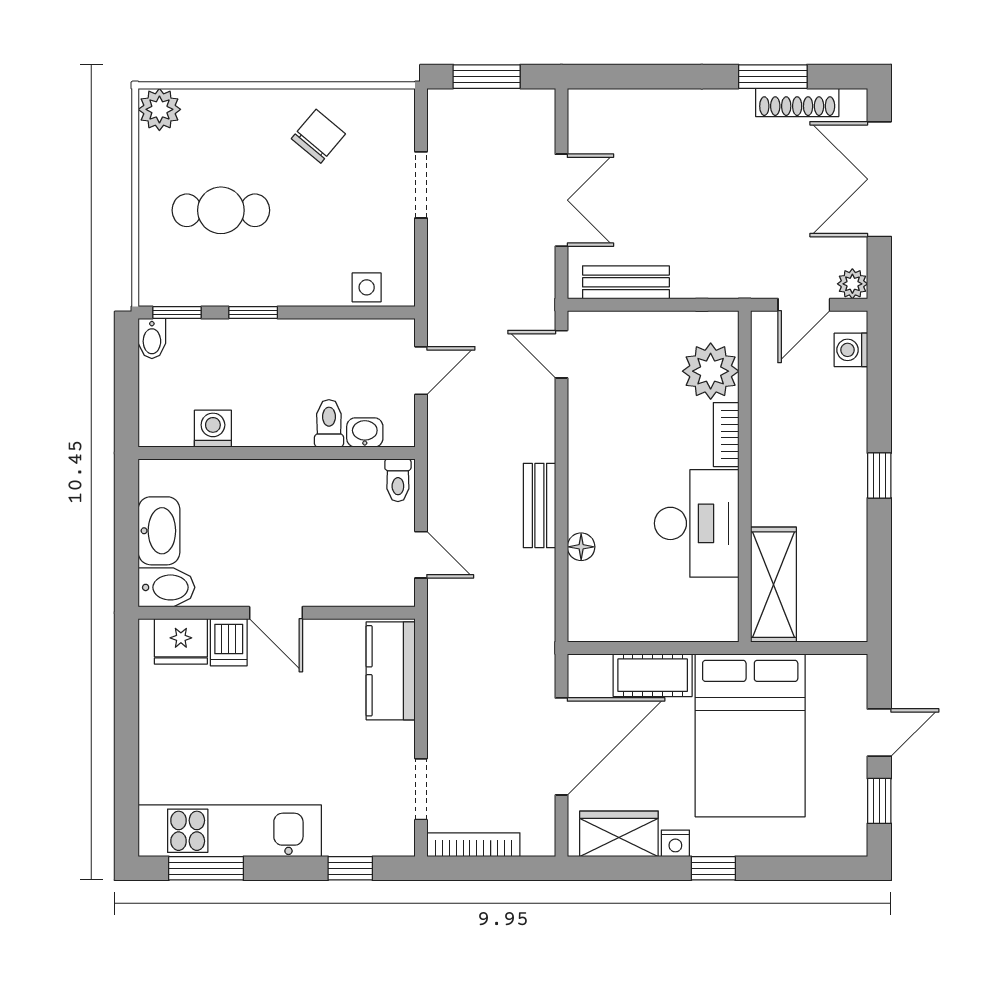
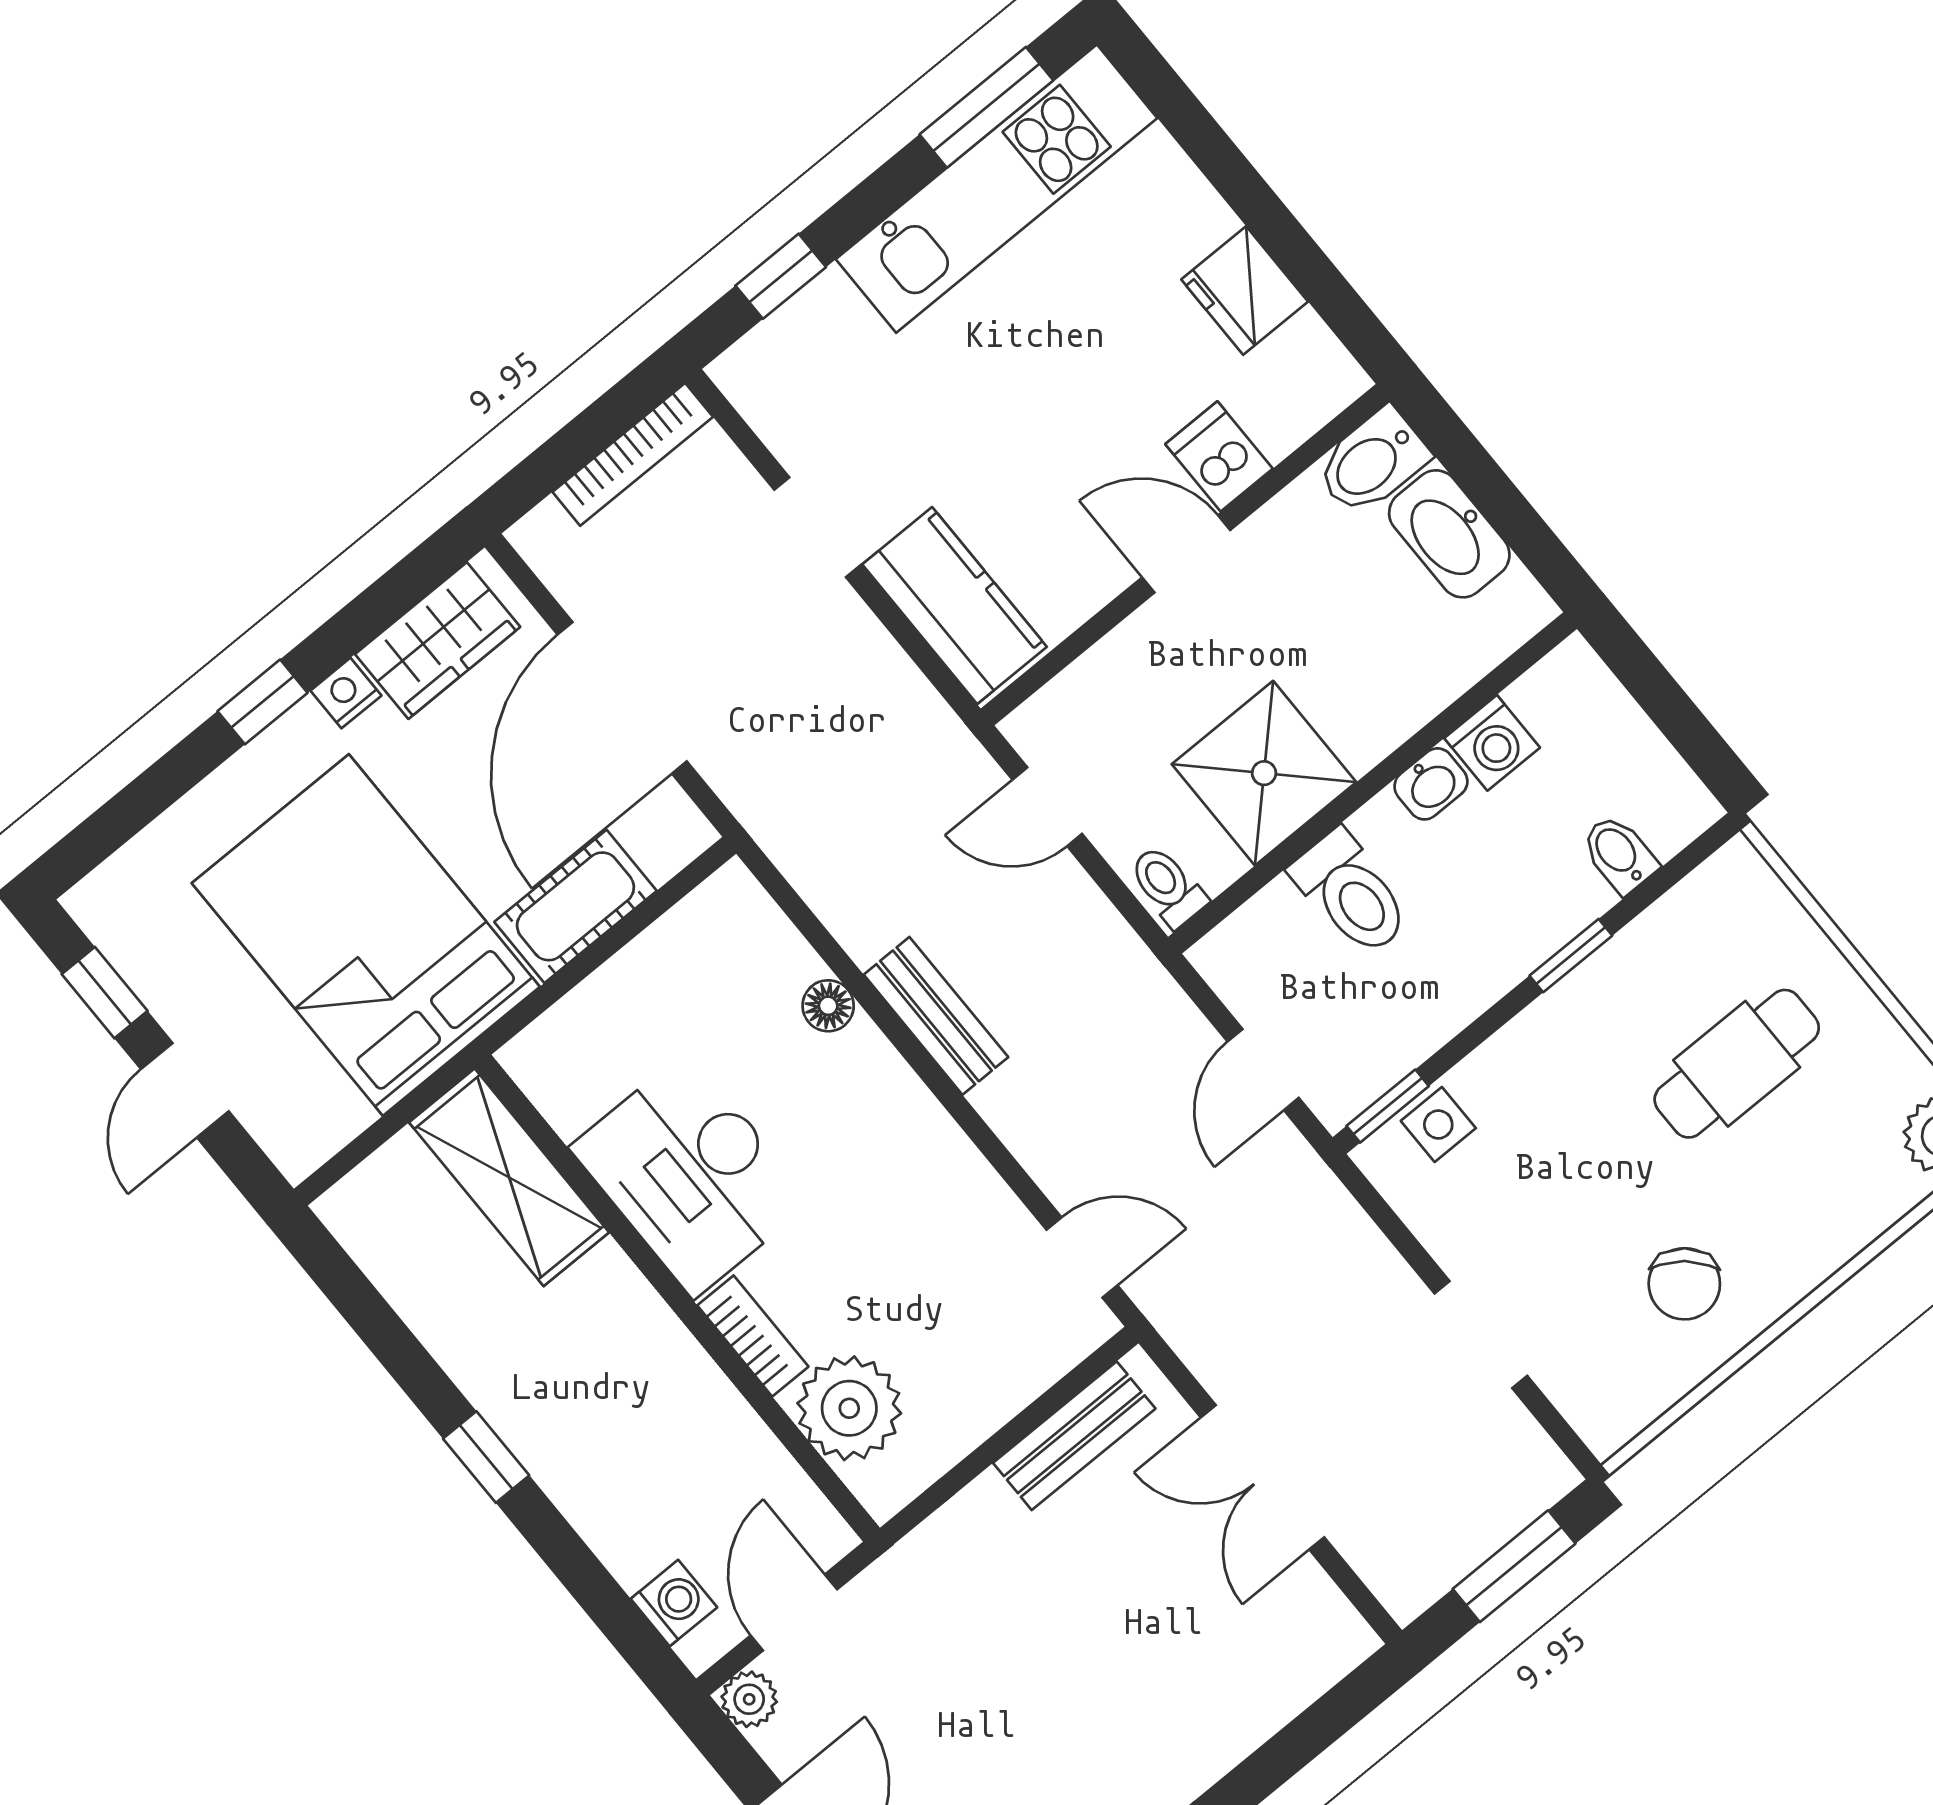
window: (177, 313) -> (1388, 1106), moved
bidet: (152, 338) -> (1619, 854), moved
toilet: (329, 423) -> (1351, 893), width x1.37, depth x1.39
washbasin: (365, 432) -> (1431, 784), moved
shower: (319, 494) -> (1264, 773), added
fridge: (181, 641) -> (1245, 291), moved, turned -90
doorway: (421, 789) -> (818, 527), moved

